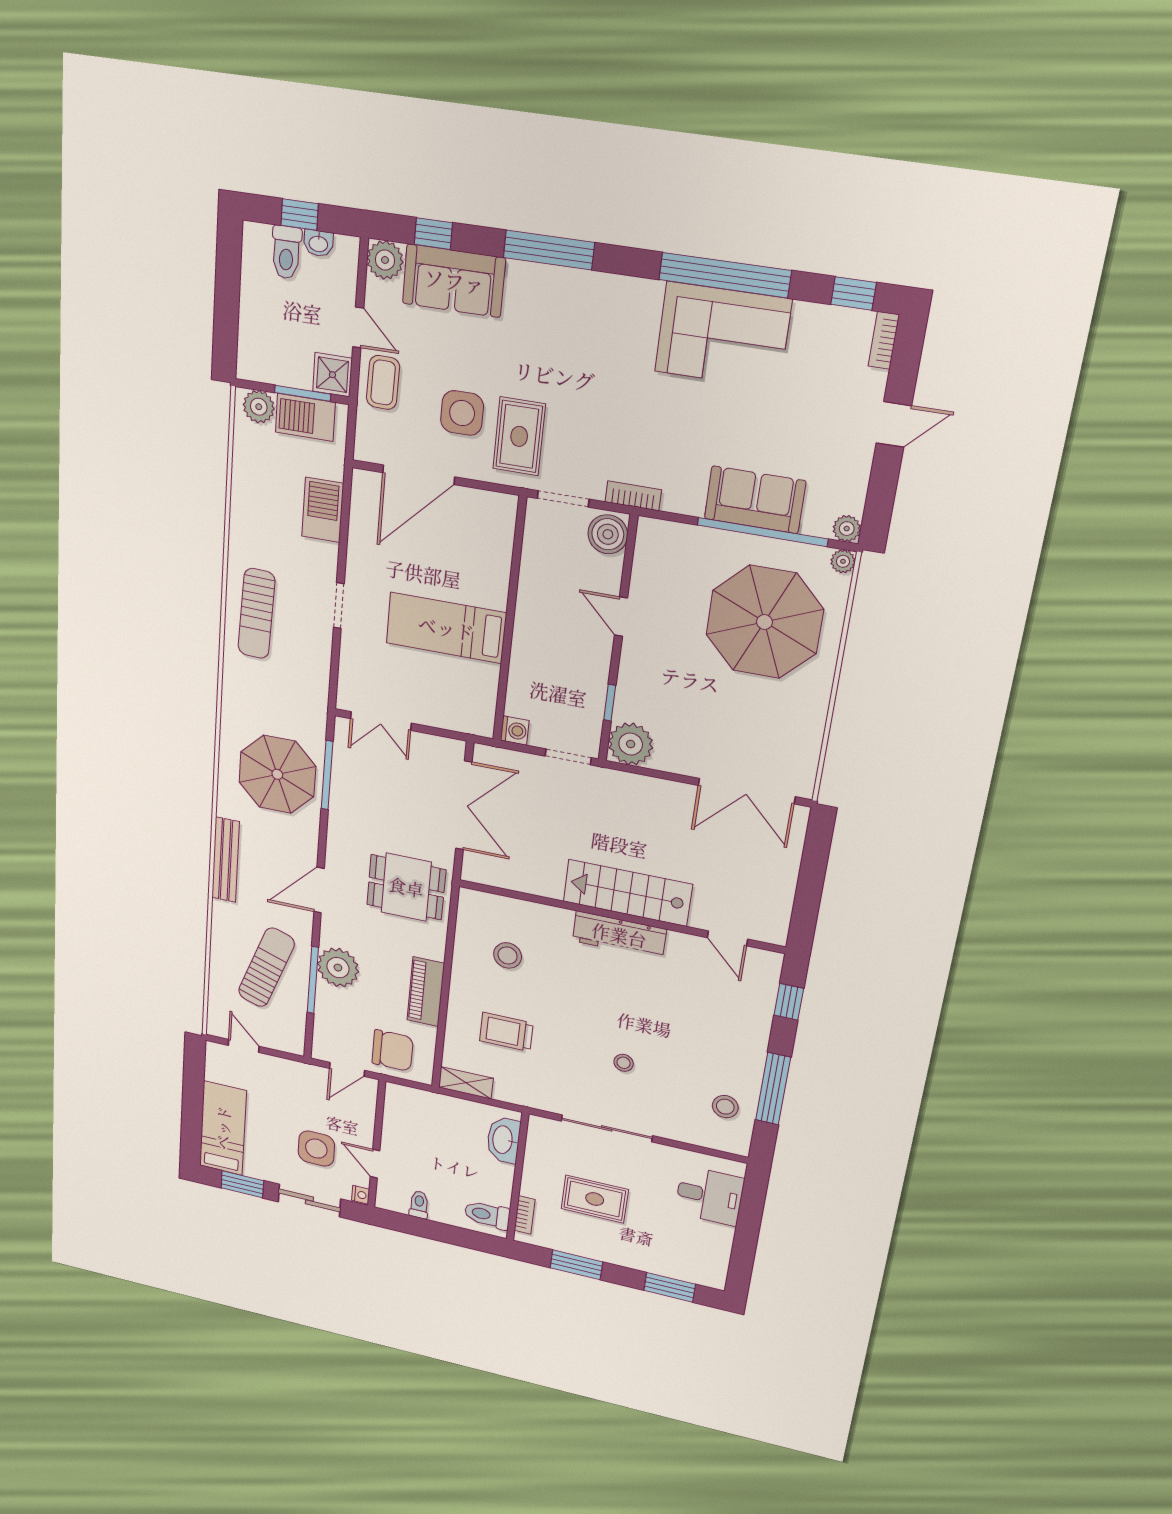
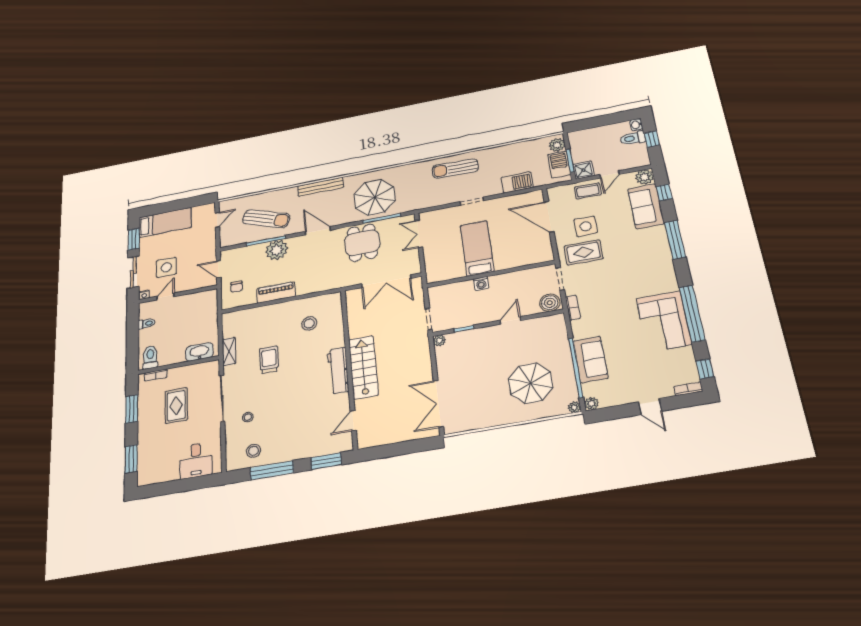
washbasin: (318, 243) -> (636, 125), moved
parasol: (765, 622) -> (531, 383), width x0.73, depth x0.73
washing machine: (515, 731) -> (481, 283), moved
plant: (631, 744) -> (439, 341), width x0.53, depth x0.53
dining table: (406, 887) -> (362, 243), moved
window: (789, 1002) -> (326, 461), width x1.50
trolley: (506, 1032) -> (269, 360), moved
chair: (393, 1050) -> (237, 287), width x0.54, depth x0.54
stool: (624, 1063) -> (248, 417), moved
shelving: (466, 1083) -> (229, 351), moved

